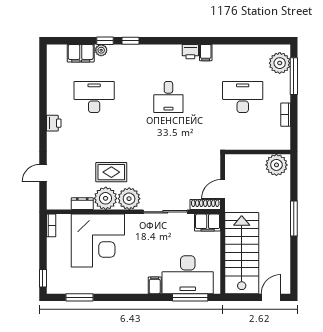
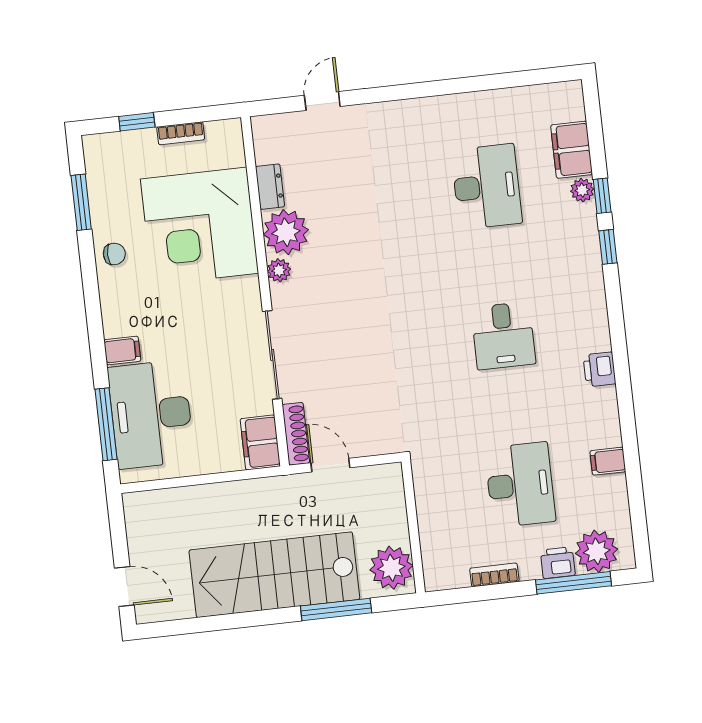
filing cabinet: (206, 53) -> (608, 461), moved
desk: (168, 97) -> (503, 336), turned -90
printer: (54, 123) -> (558, 563), moved, turned 180
rug: (111, 172) -> (340, 238), removed
door: (43, 173) -> (322, 101), hinge flipped
plant: (129, 199) -> (279, 270), width x0.53, depth x0.53
window: (294, 218) -> (336, 609), moved
bookcase: (51, 225) -> (181, 133), moved
stairs: (242, 253) -> (274, 575), moved, turned 180
window: (43, 278) -> (137, 122), moved
chair: (107, 284) -> (114, 254), added

